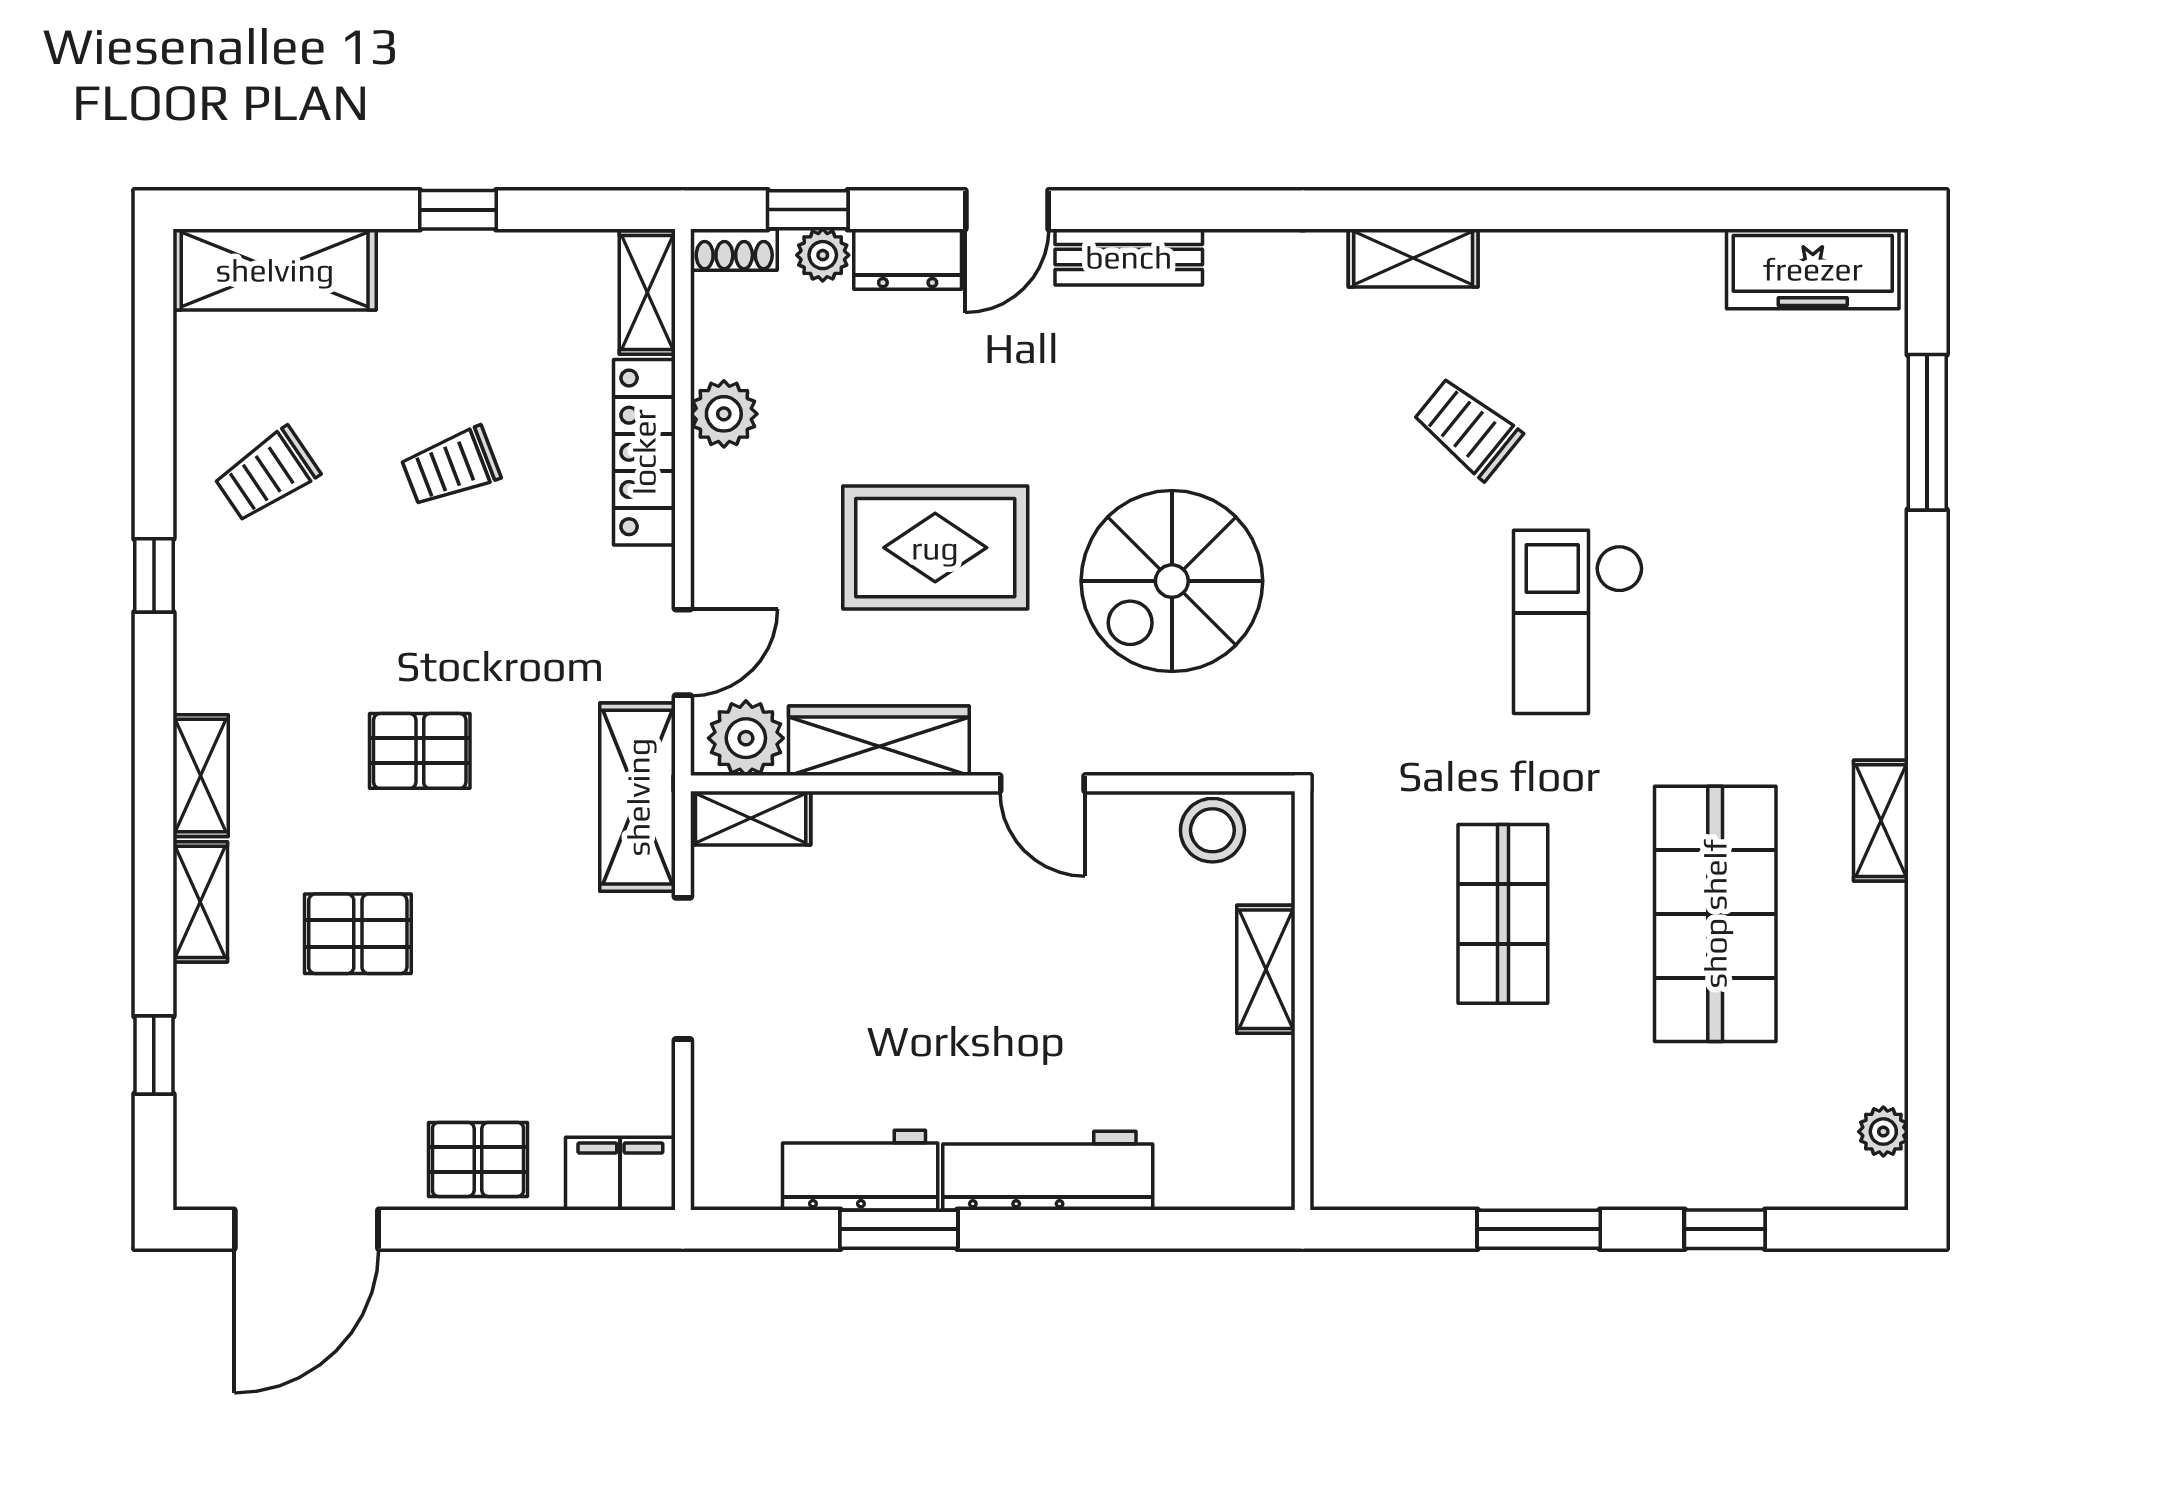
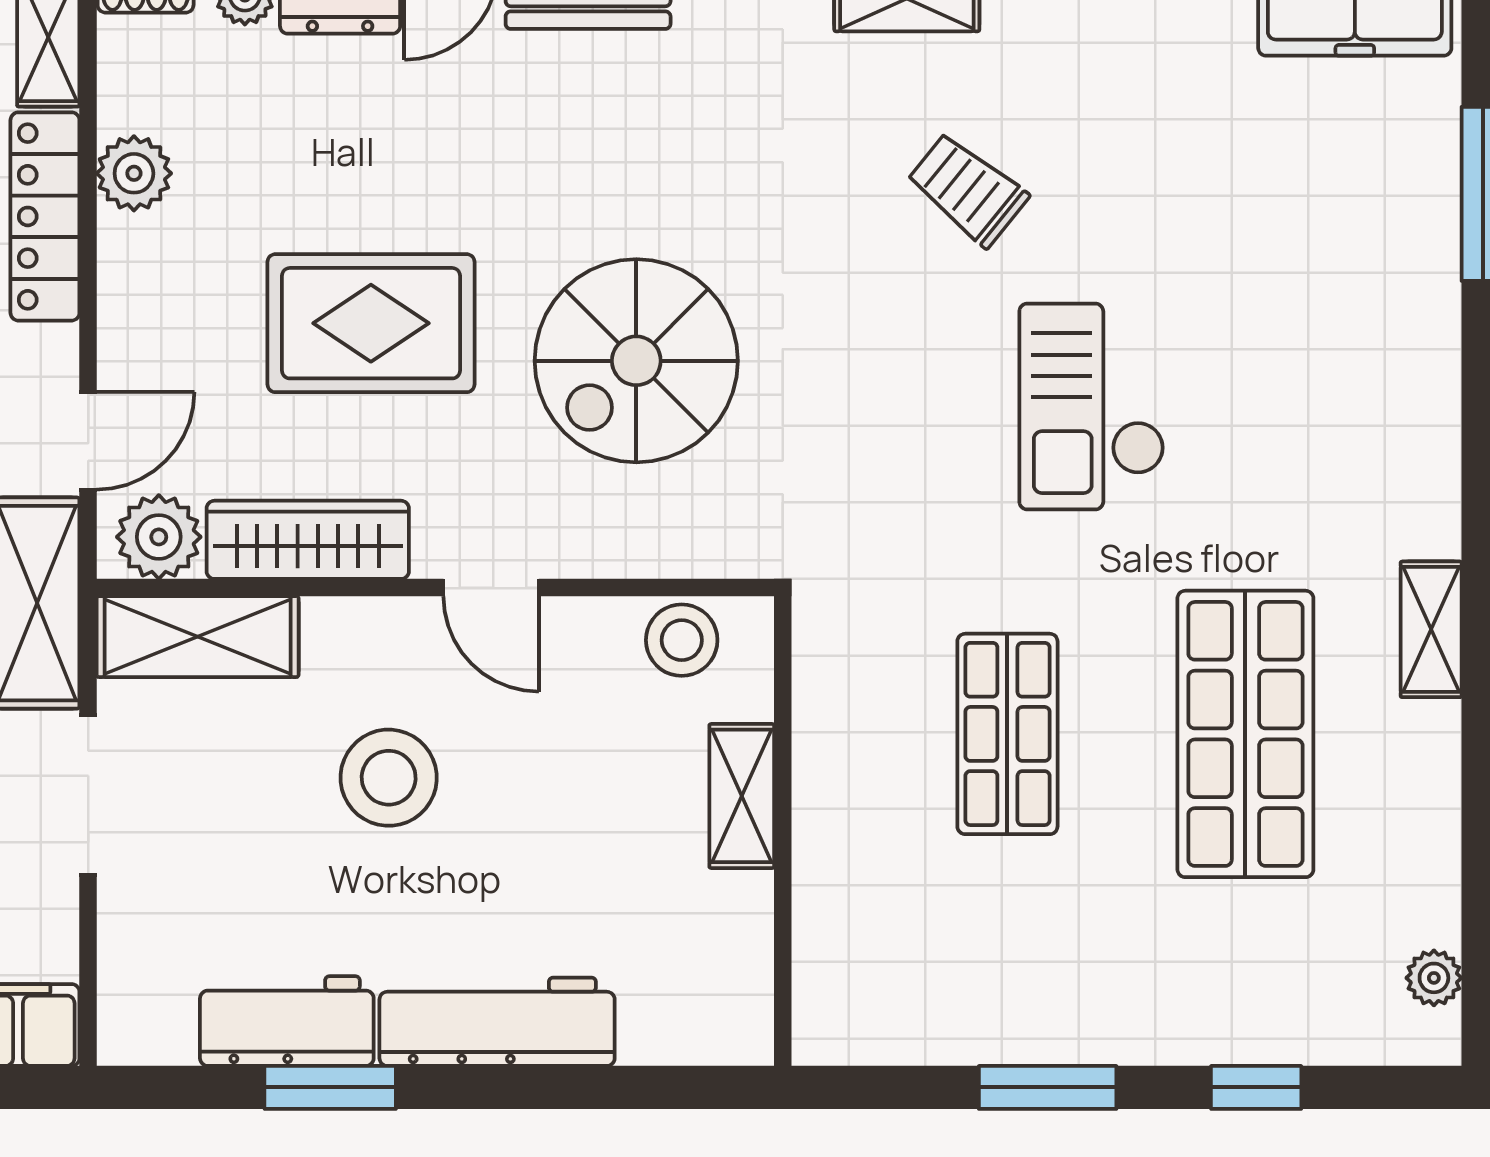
shelving: (751, 818) -> (198, 637), width x1.50, depth x1.33
stool: (951, 953) -> (389, 778), added

